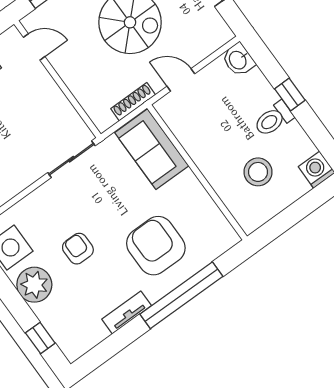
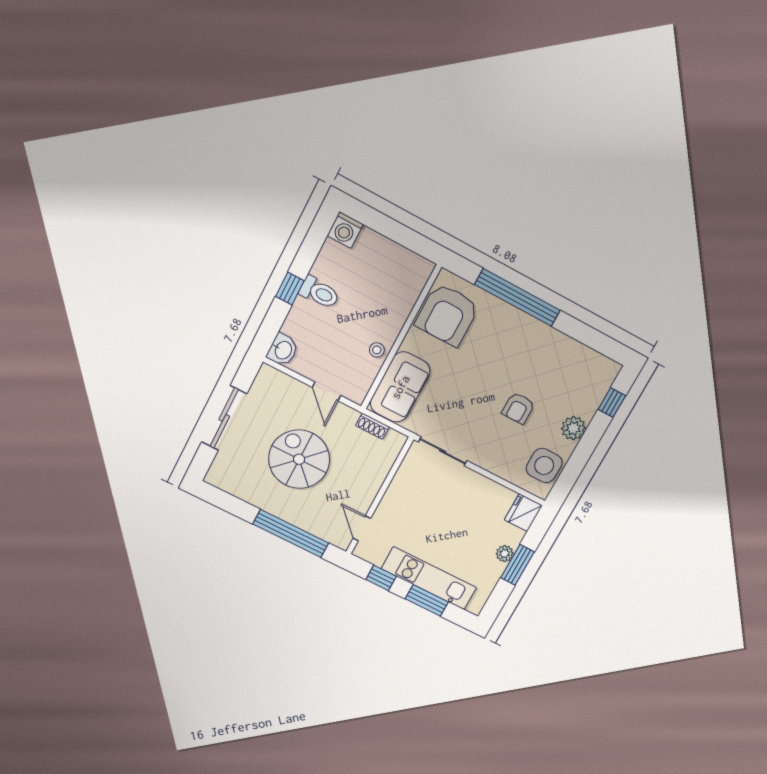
shoe rack: (133, 102) -> (372, 426), width x0.70
stool: (258, 172) -> (377, 350), moved, width x0.53, depth x0.53
armchair: (156, 246) -> (447, 315), moved
plant: (34, 285) -> (573, 428), width x0.73, depth x0.73
tv unit: (127, 312) -> (555, 339), removed

